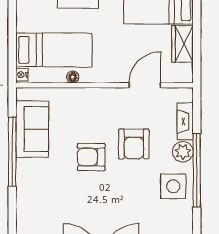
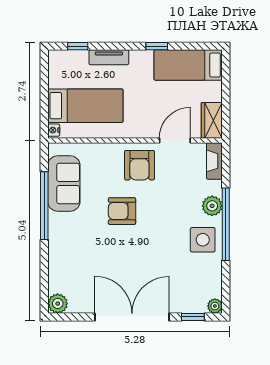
wardrobe: (182, 44) -> (212, 120), moved
floor lamp: (73, 77) -> (104, 132), removed
fireplace: (185, 121) -> (214, 161), moved
armchair: (134, 144) -> (139, 165), moved

